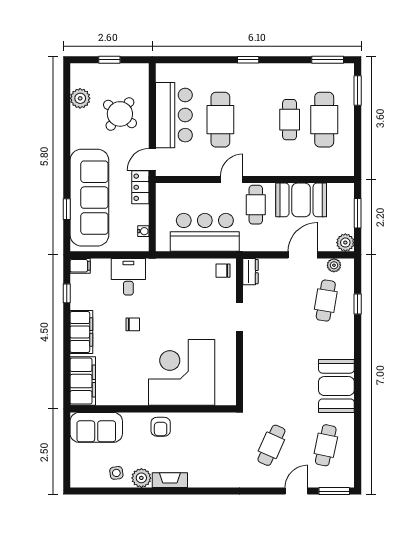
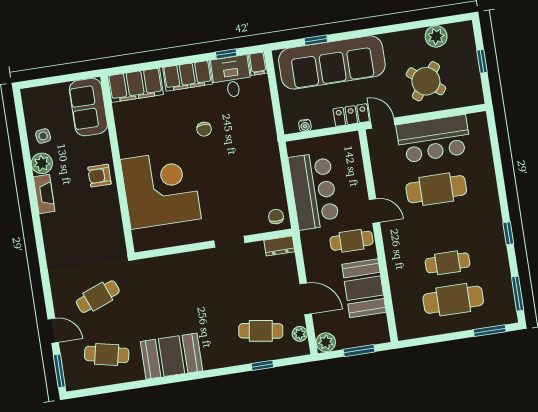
window: (248, 60) -> (508, 233), moved
desk: (128, 277) -> (231, 77), moved, turned -90
cafe table: (271, 445) -> (98, 297), turned -45

